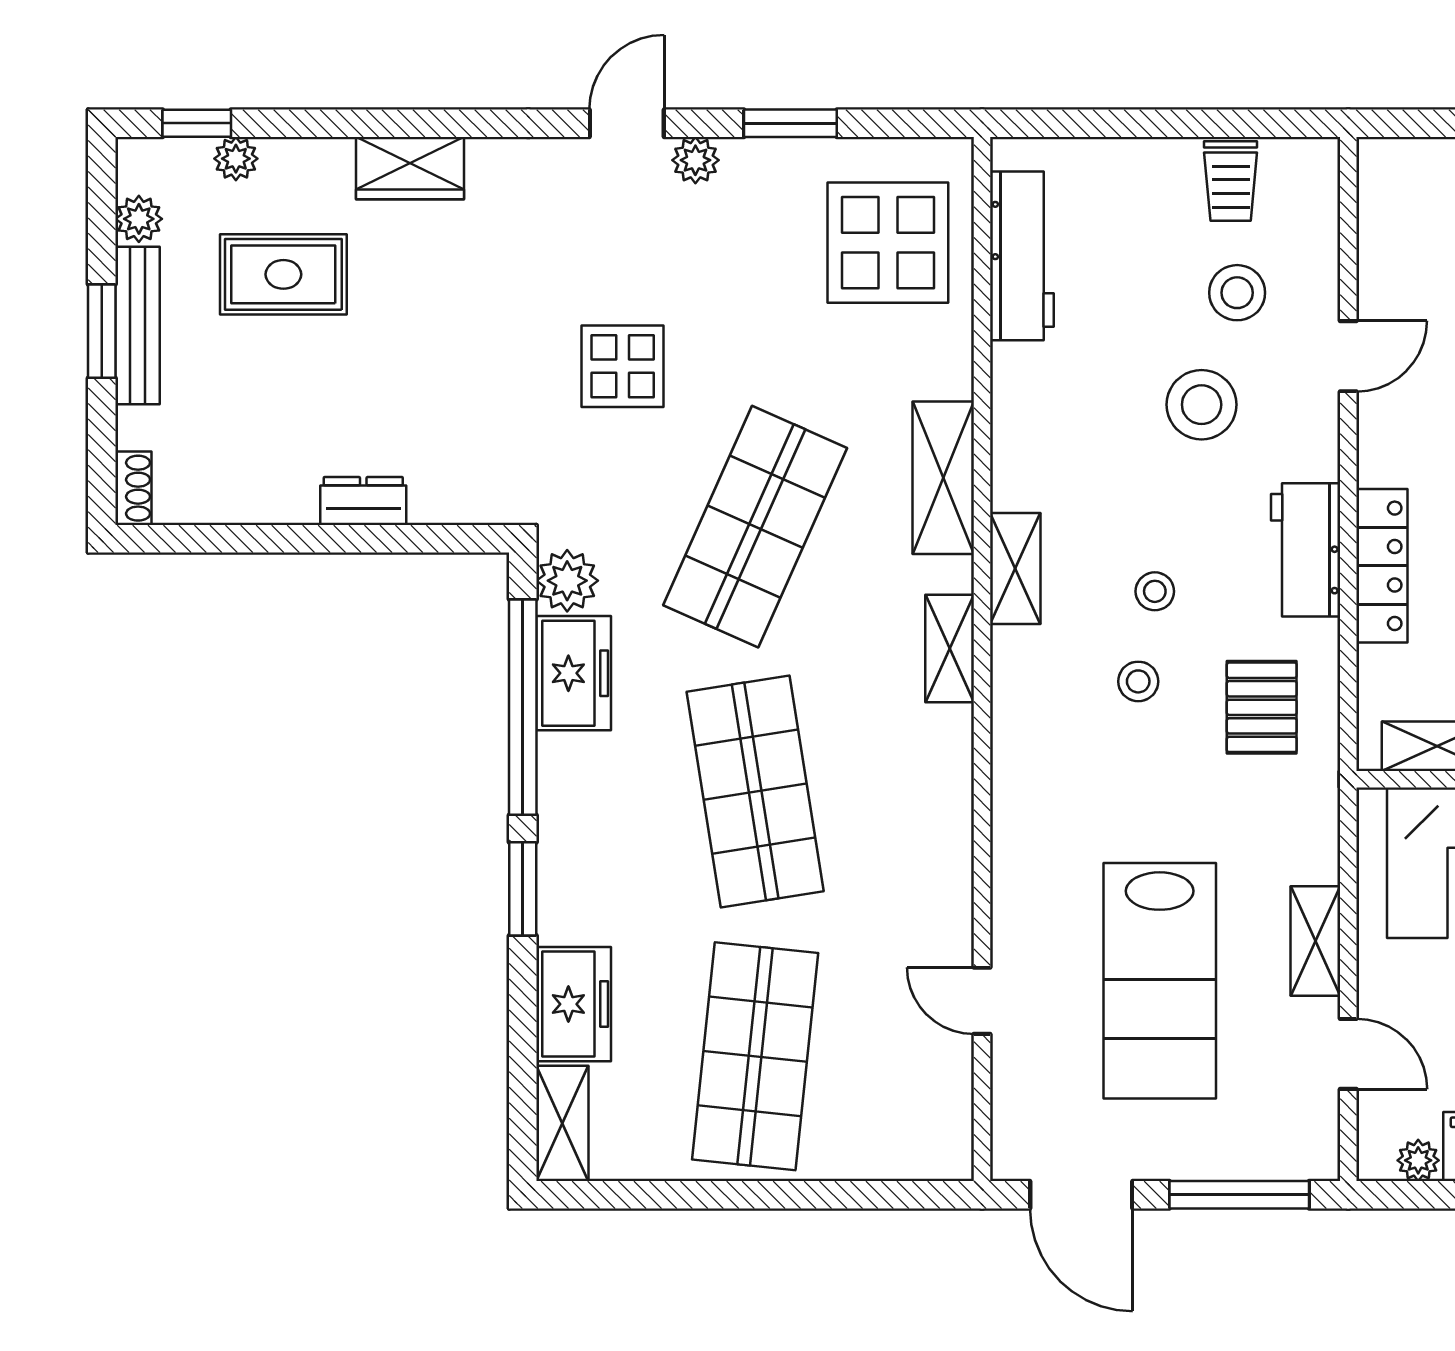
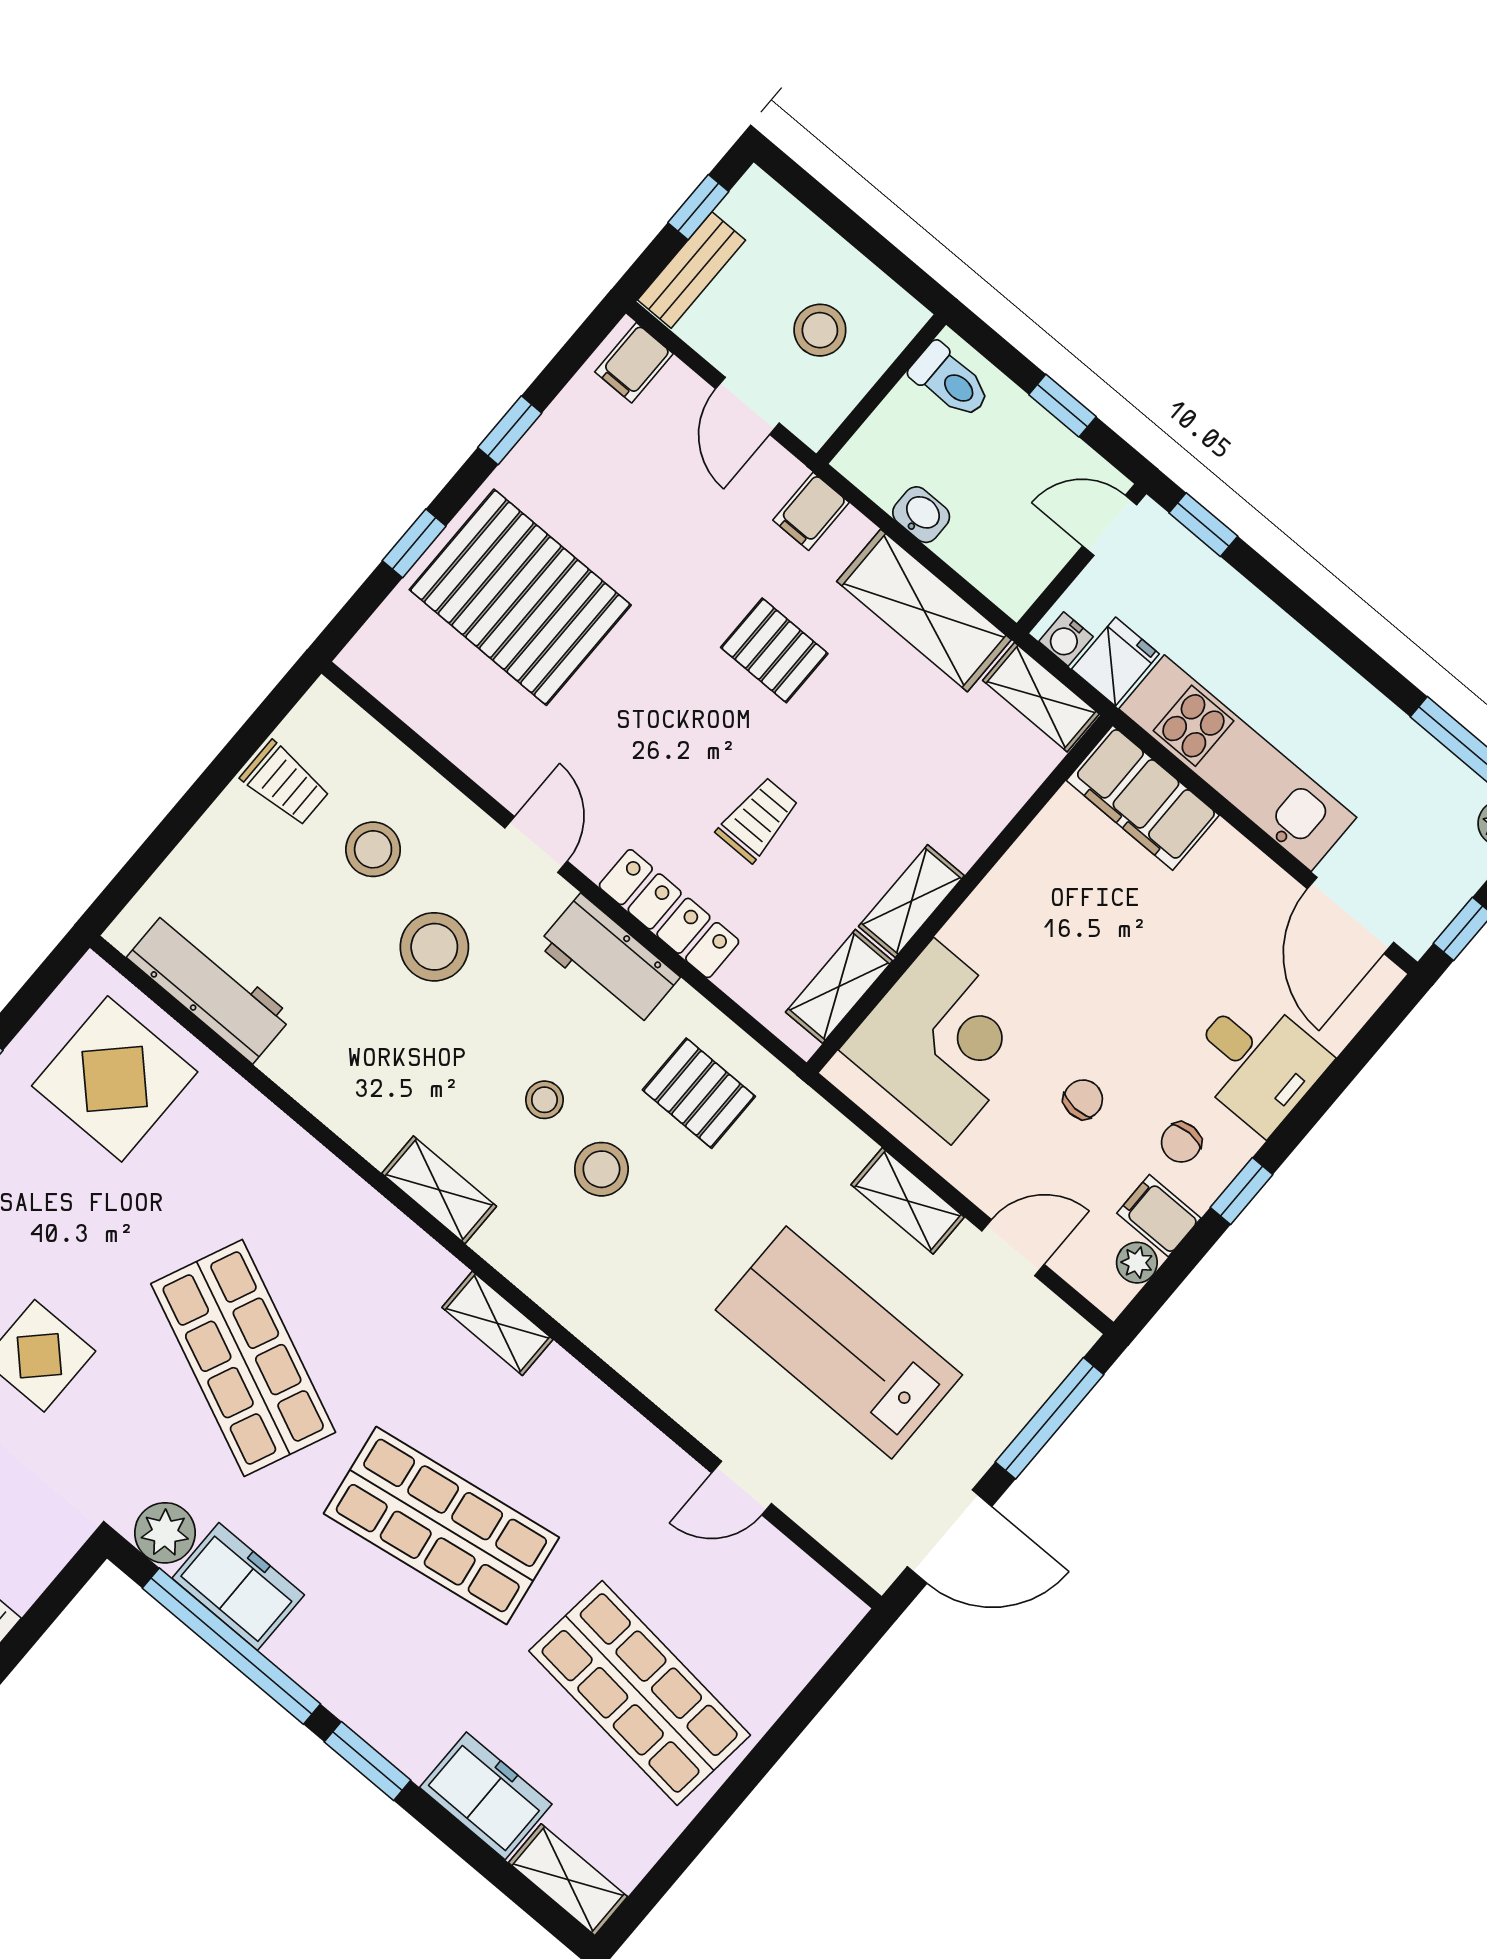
door: (1348, 356) -> (536, 845), moved
shelving: (943, 478) -> (326, 1186), removed
shelving: (950, 648) -> (497, 1323), moved
stool: (1138, 681) -> (601, 1169), width x1.37, depth x1.37
lab bench: (1160, 981) -> (839, 1342), turned 180

